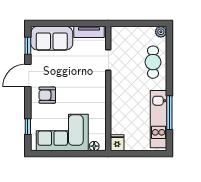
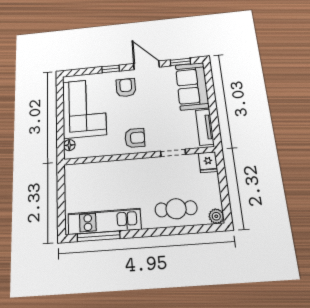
armchair: (93, 90) -> (135, 138), added
window: (169, 113) -> (99, 236), moved
window: (28, 127) -> (111, 69), moved
fridge: (117, 143) -> (208, 162), moved, turned 90

